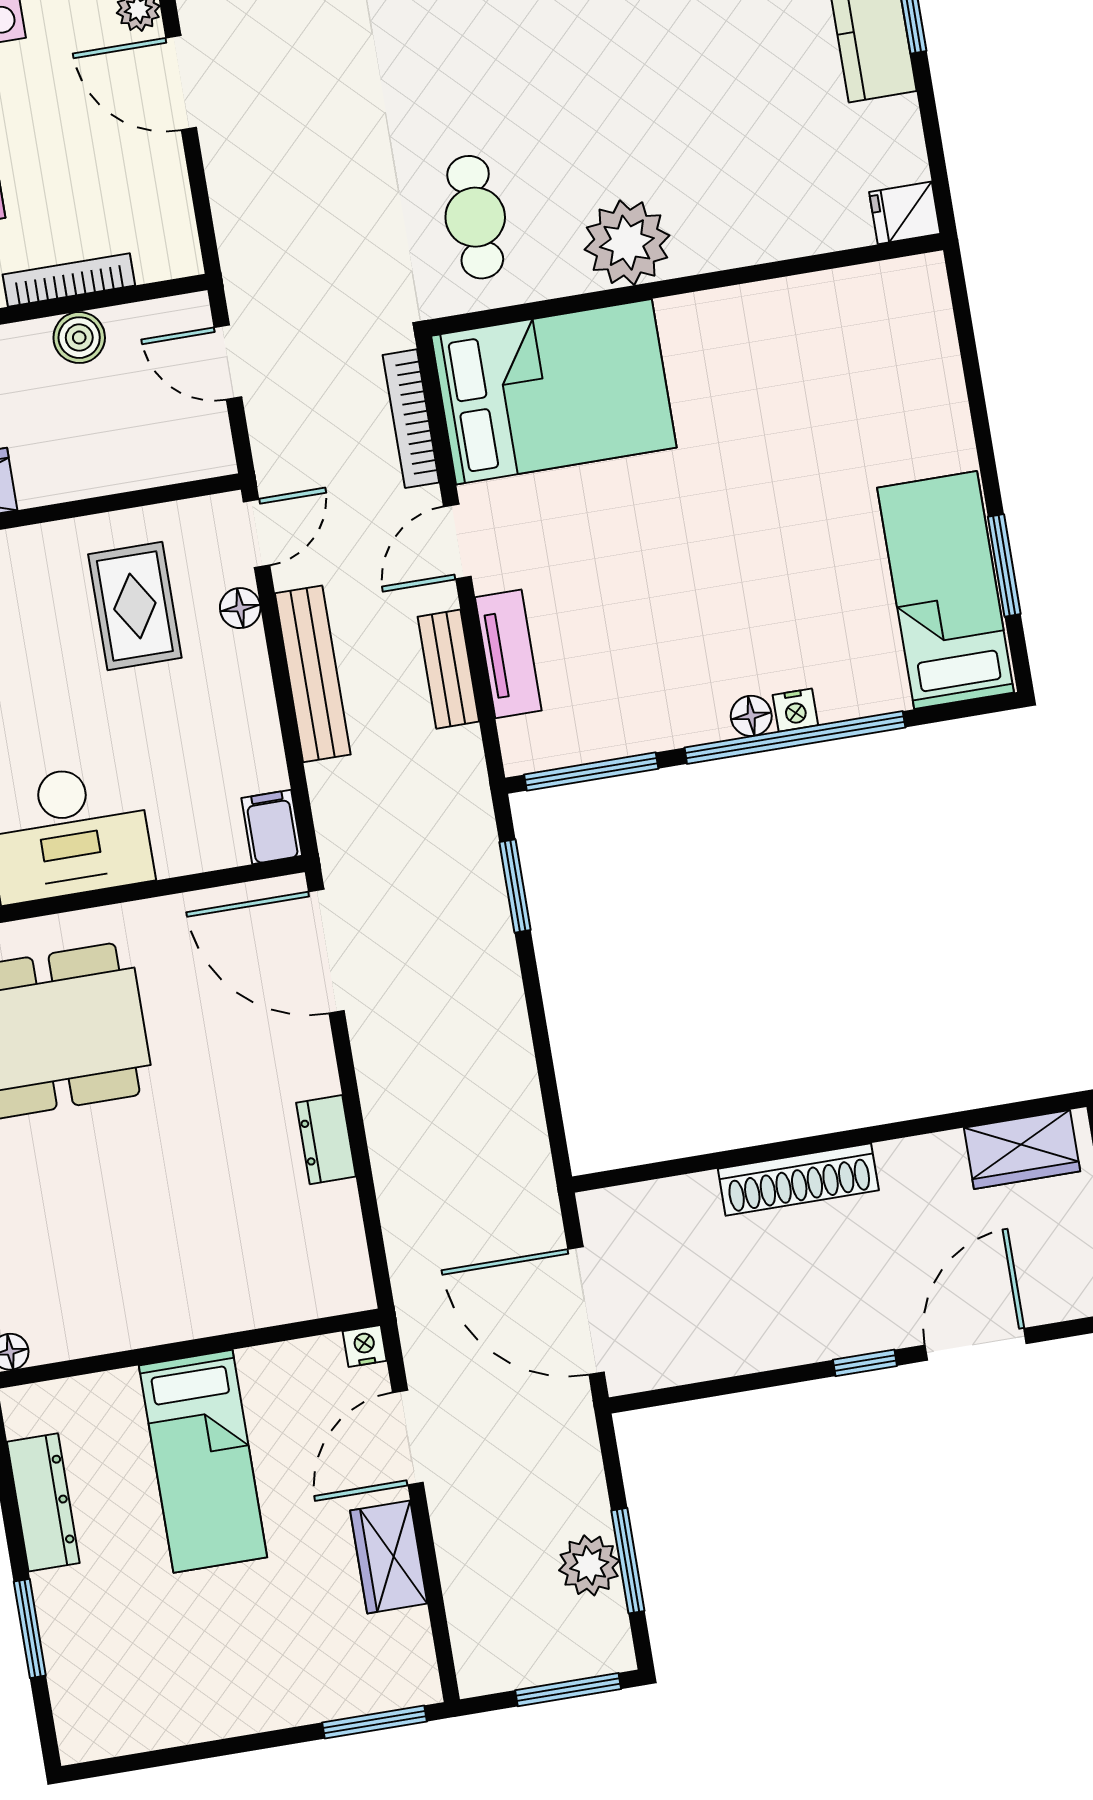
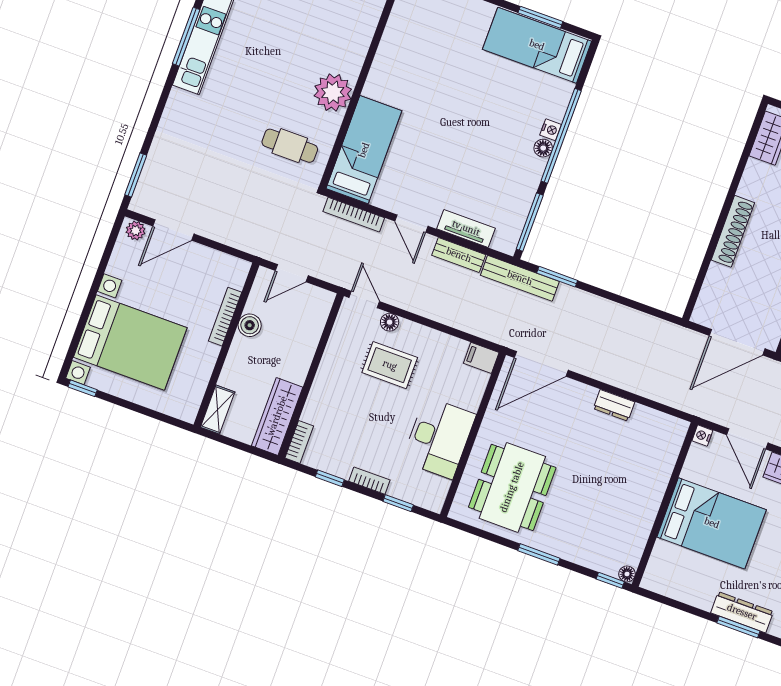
bed: (554, 392) -> (364, 150), width x0.67
rug: (135, 606) -> (390, 365), moved
bench: (313, 674) -> (520, 278), moved
bed: (203, 1461) -> (712, 523), width x1.50
dresser: (43, 1502) -> (742, 612), moved

